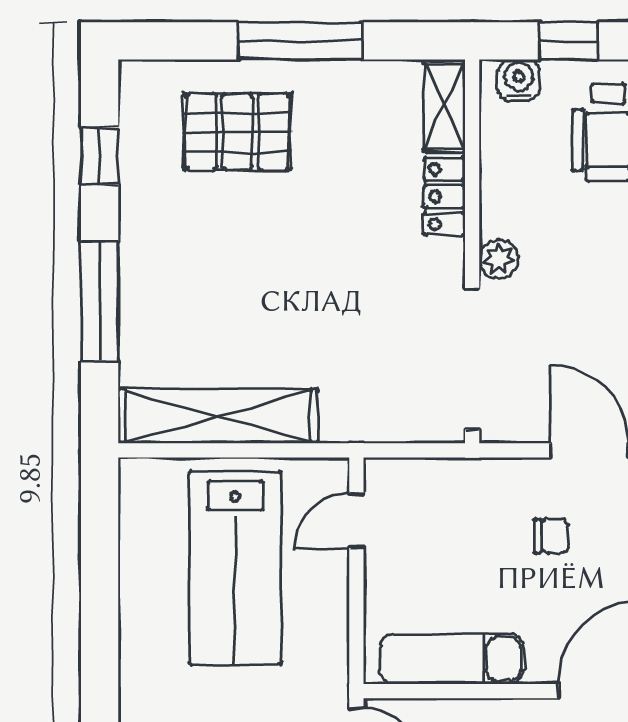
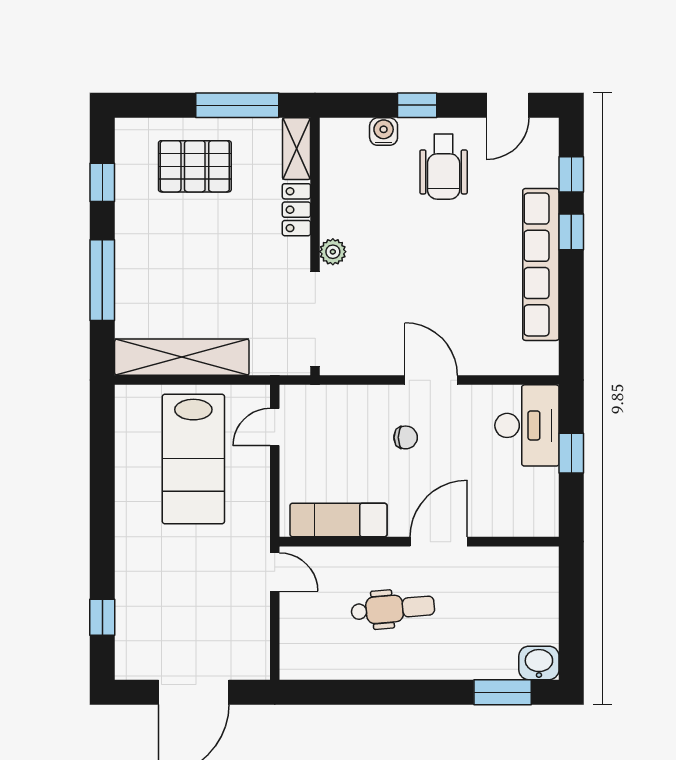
shelving: (444, 105) -> (296, 149), moved
locker: (444, 196) -> (296, 210), moved
wall: (472, 251) -> (315, 247), moved
plant: (499, 259) -> (333, 252), moved
doorway: (472, 359) -> (315, 319), moved

